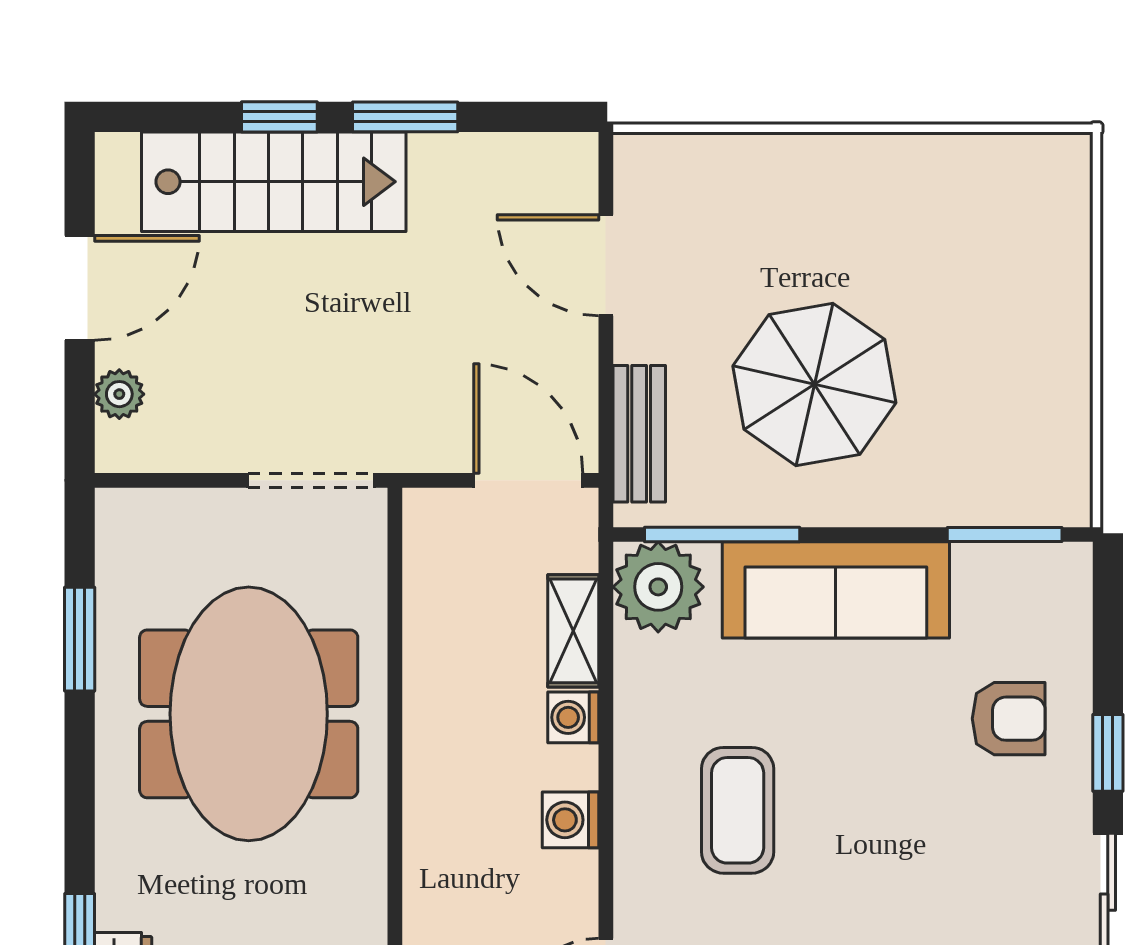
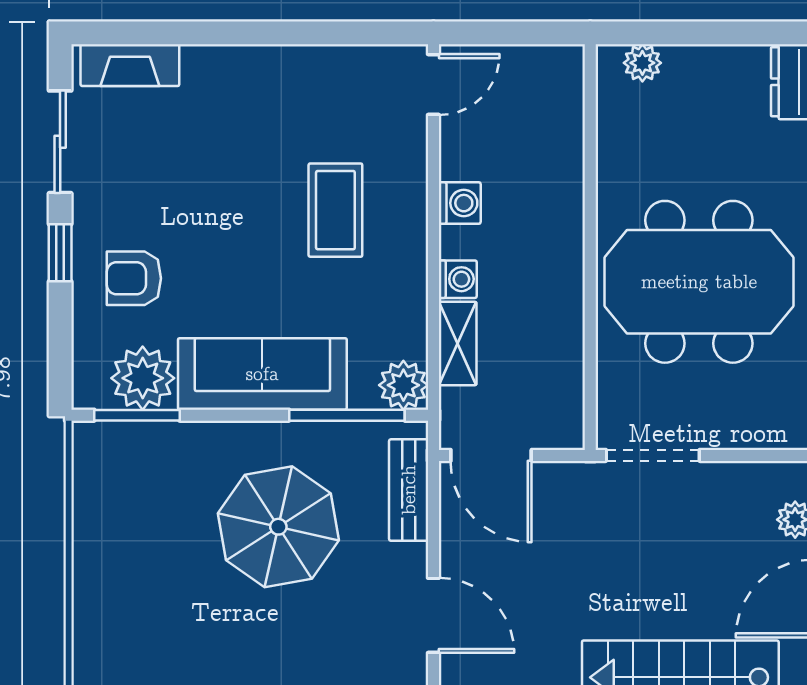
plant: (997, 584) -> (143, 378), added
plant: (658, 587) -> (403, 385), width x0.73, depth x0.73
meeting table: (249, 714) -> (699, 282), turned 90

